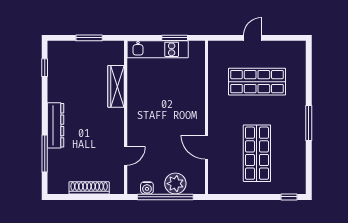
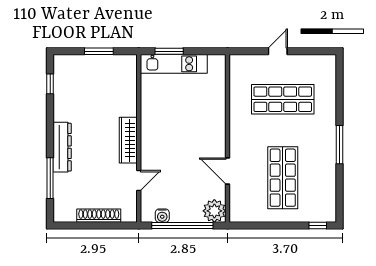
window: (175, 38) -> (169, 51), moved
wardrobe: (116, 86) -> (128, 140), moved
plant: (175, 184) -> (214, 211), moved

